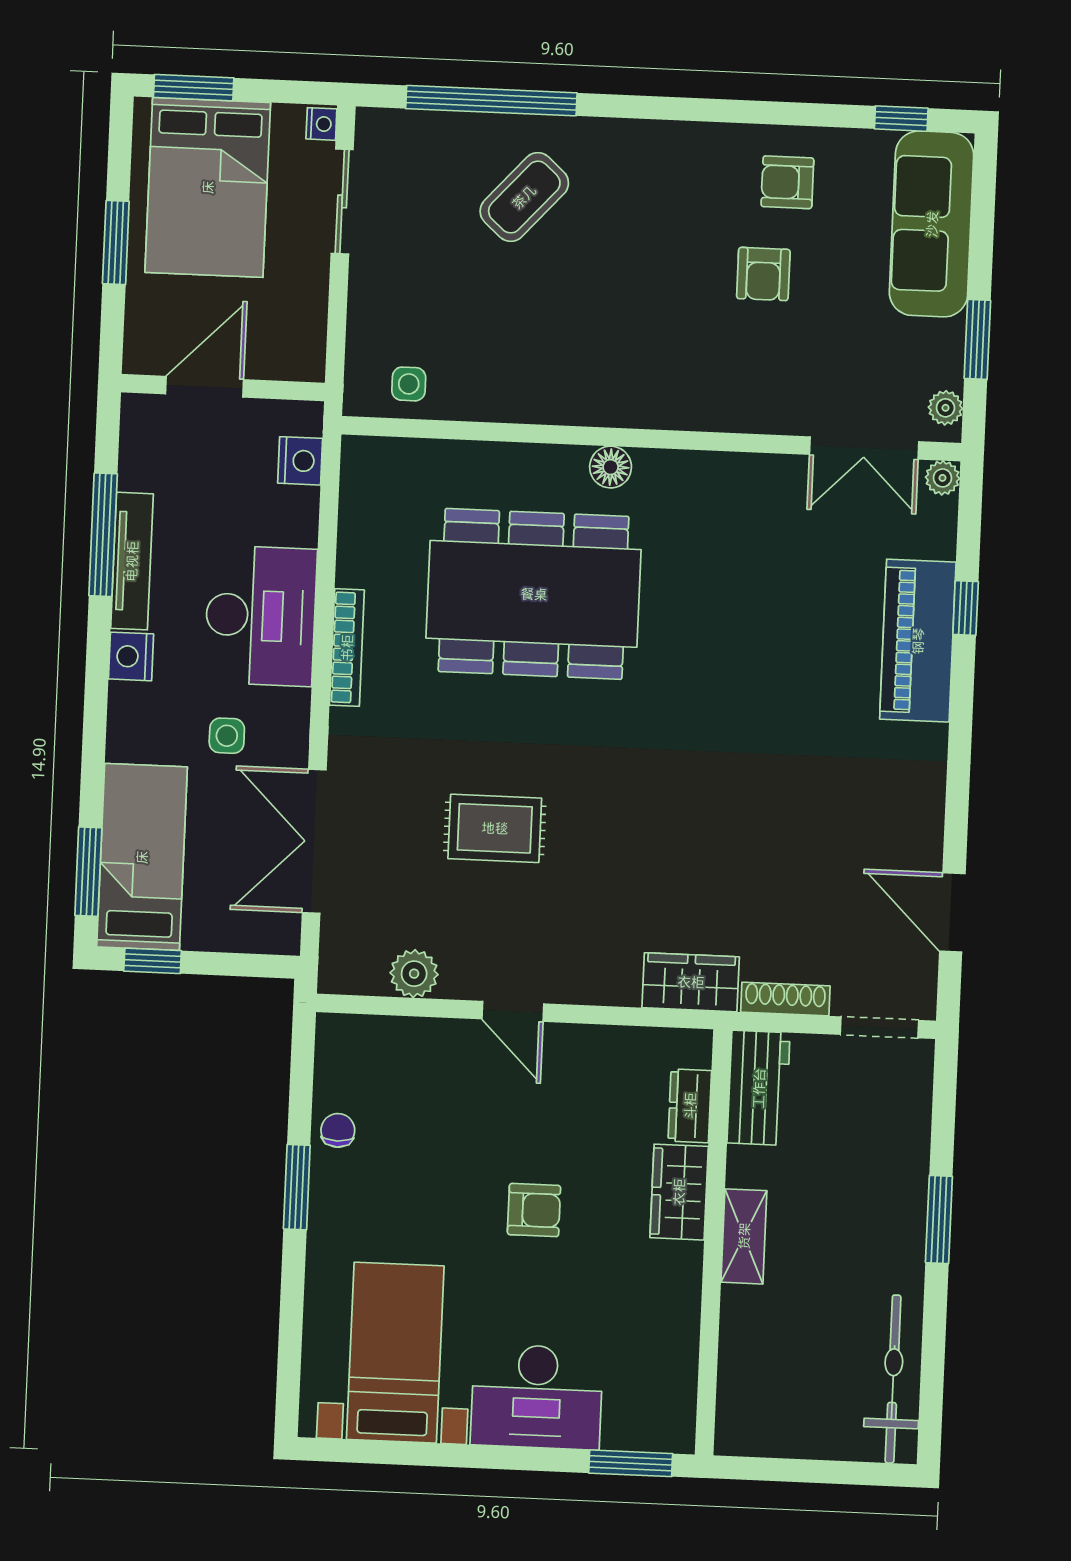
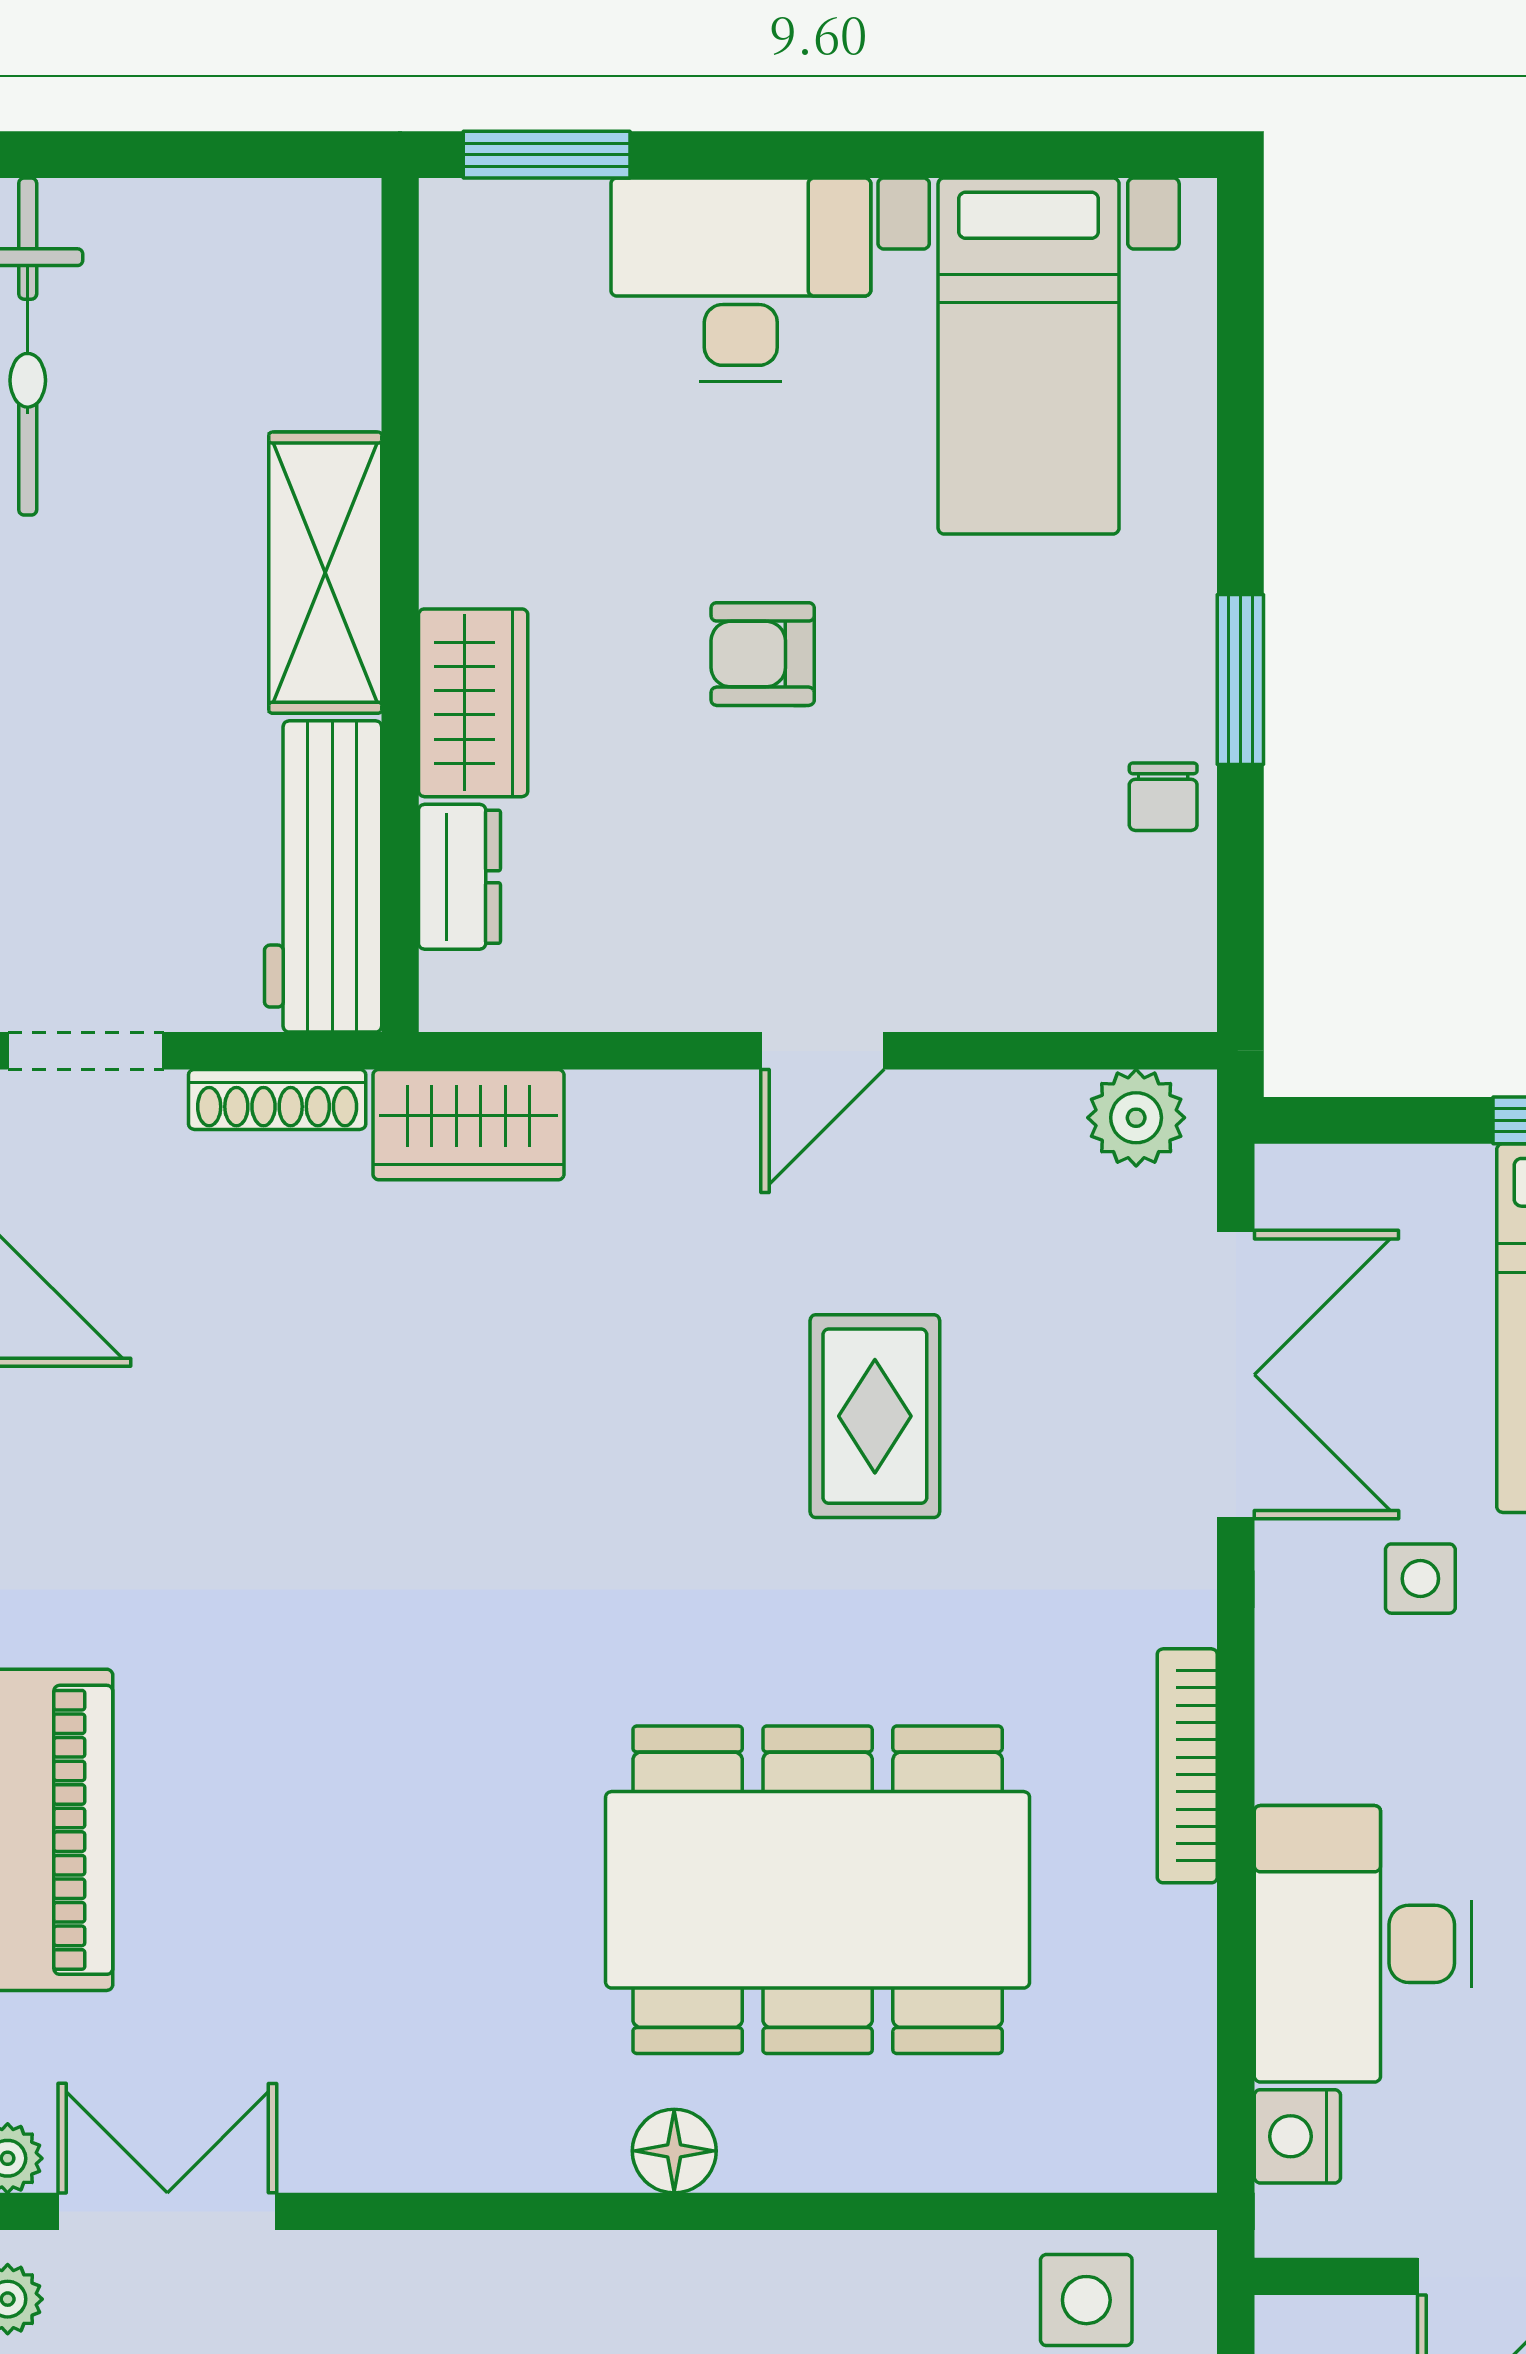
side table: (409, 384) -> (1086, 2300), width x1.37, depth x1.37
desk: (261, 616) -> (1363, 1944), moved
rug: (495, 828) -> (875, 1416), turned 90
plant: (414, 974) -> (1136, 1118), moved
door: (513, 1011) -> (822, 1051), swing flipped
workbench: (759, 1088) -> (323, 876), width x1.38
shelving: (744, 1236) -> (325, 573), width x1.50, depth x1.33

